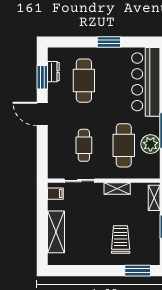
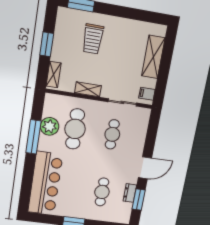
dresser: (53, 72) -> (130, 193), moved
cafe table: (84, 81) -> (102, 192), width x0.73, depth x0.74
door: (42, 114) -> (145, 168), hinge flipped

